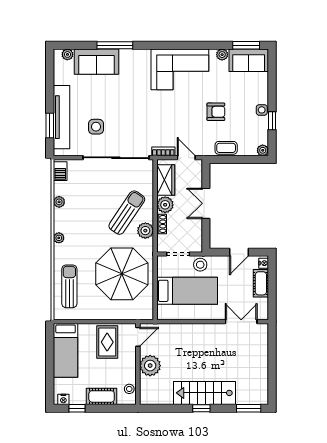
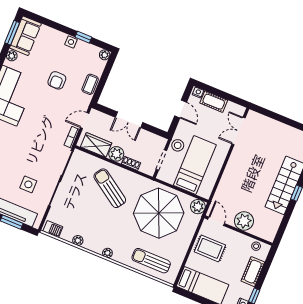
armchair: (216, 112) -> (57, 80), turned 180
plant: (145, 231) -> (198, 207), moved

